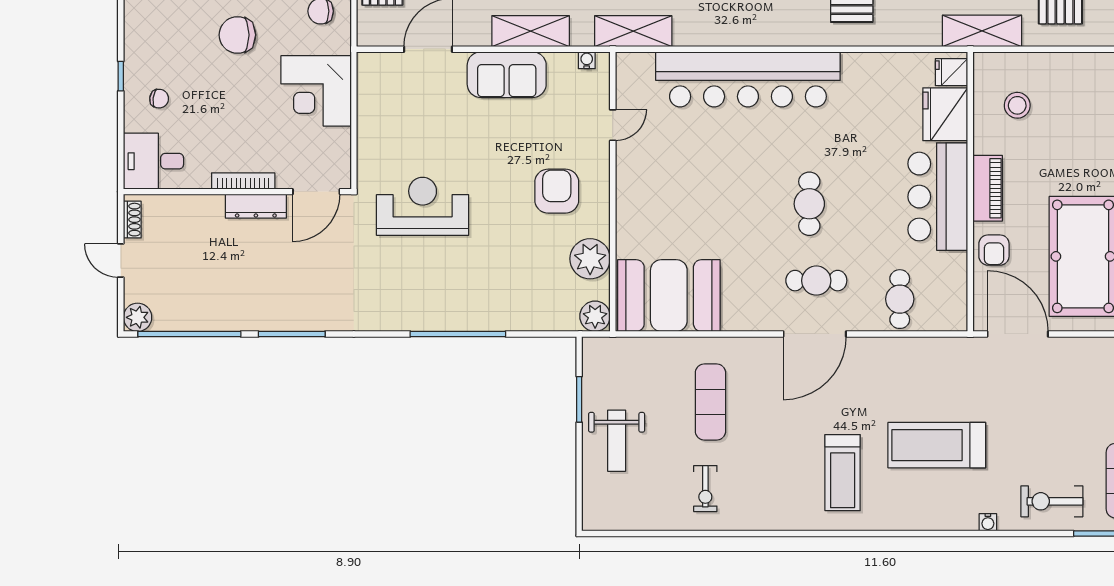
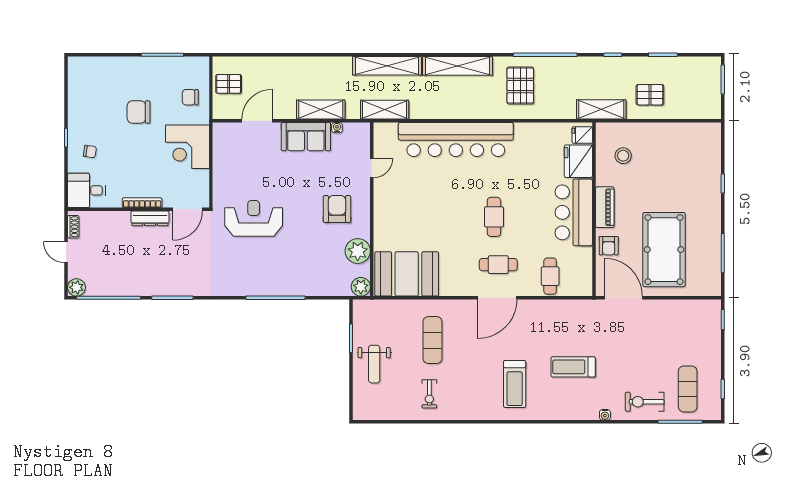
water cooler: (587, 60) -> (337, 128), moved
treadmill: (937, 445) -> (573, 367), width x0.73, depth x0.73

